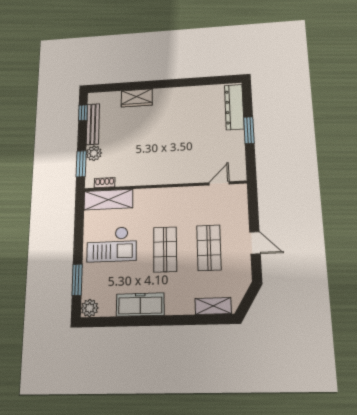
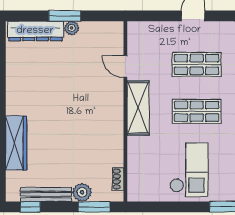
wardrobe: (137, 98) -> (16, 143), width x1.50
plant: (238, 136) -> (72, 28), added
door: (219, 183) -> (125, 67), moved
shelving: (108, 200) -> (138, 108), moved

